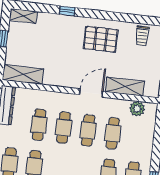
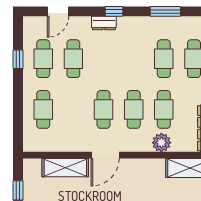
plant: (137, 109) -> (161, 143), moved
cafe table: (113, 133) -> (43, 109), moved

